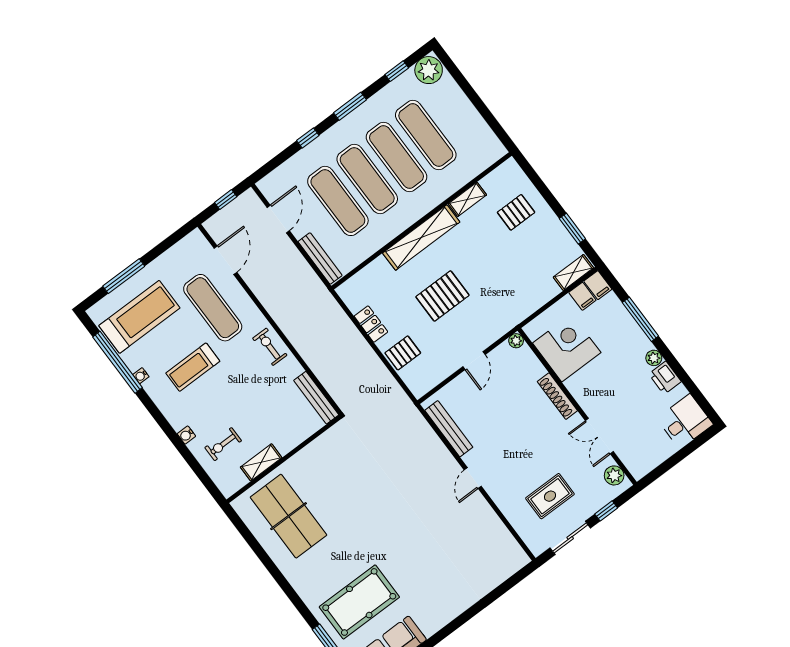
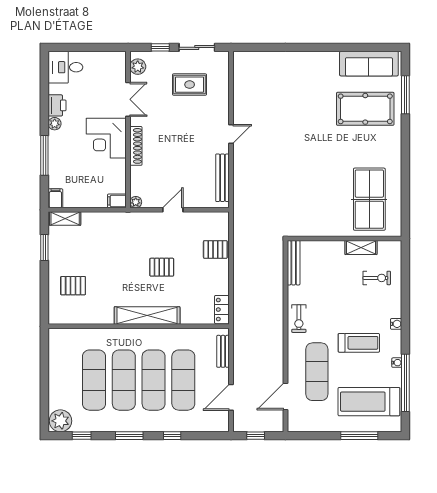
shelving: (467, 199) -> (98, 318), removed
bench: (320, 258) -> (223, 351), width x0.73
pallet: (442, 296) -> (162, 267), width x0.67, depth x0.71
filing cabinet: (582, 296) -> (117, 201), moved, turned -90
locker: (371, 324) -> (222, 310), moved
corner desk: (567, 348) -> (106, 138), moved
water cooler: (186, 435) -> (396, 324), moved

